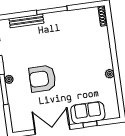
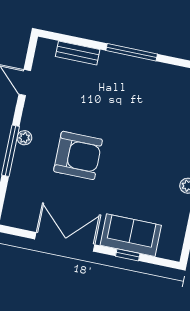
bench: (26, 21) -> (78, 53), width x0.73
armchair: (42, 79) -> (78, 155), turned 180

